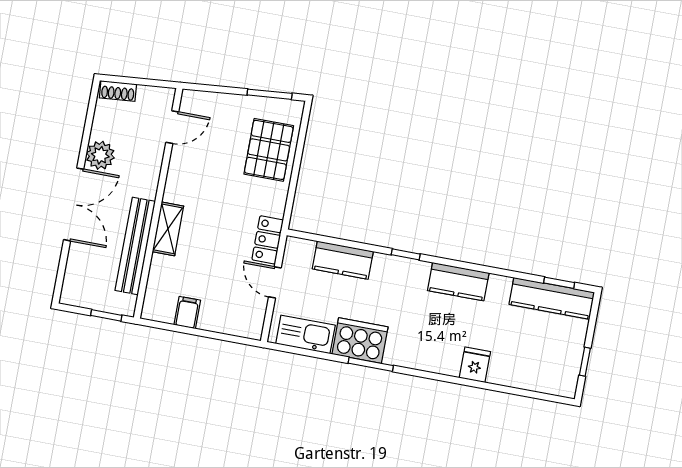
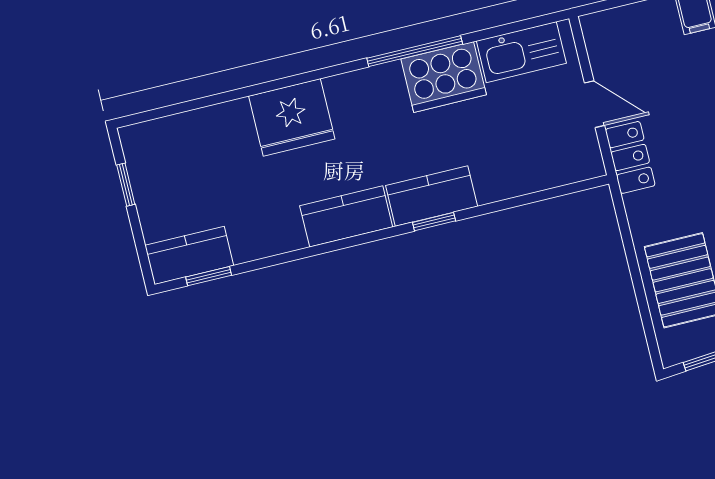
kitchen counter: (343, 260) -> (432, 196), moved
kitchen counter: (552, 298) -> (189, 255), width x0.67
window: (371, 364) -> (415, 51), width x1.44
fridge: (475, 365) -> (292, 117), width x1.88, depth x1.34

